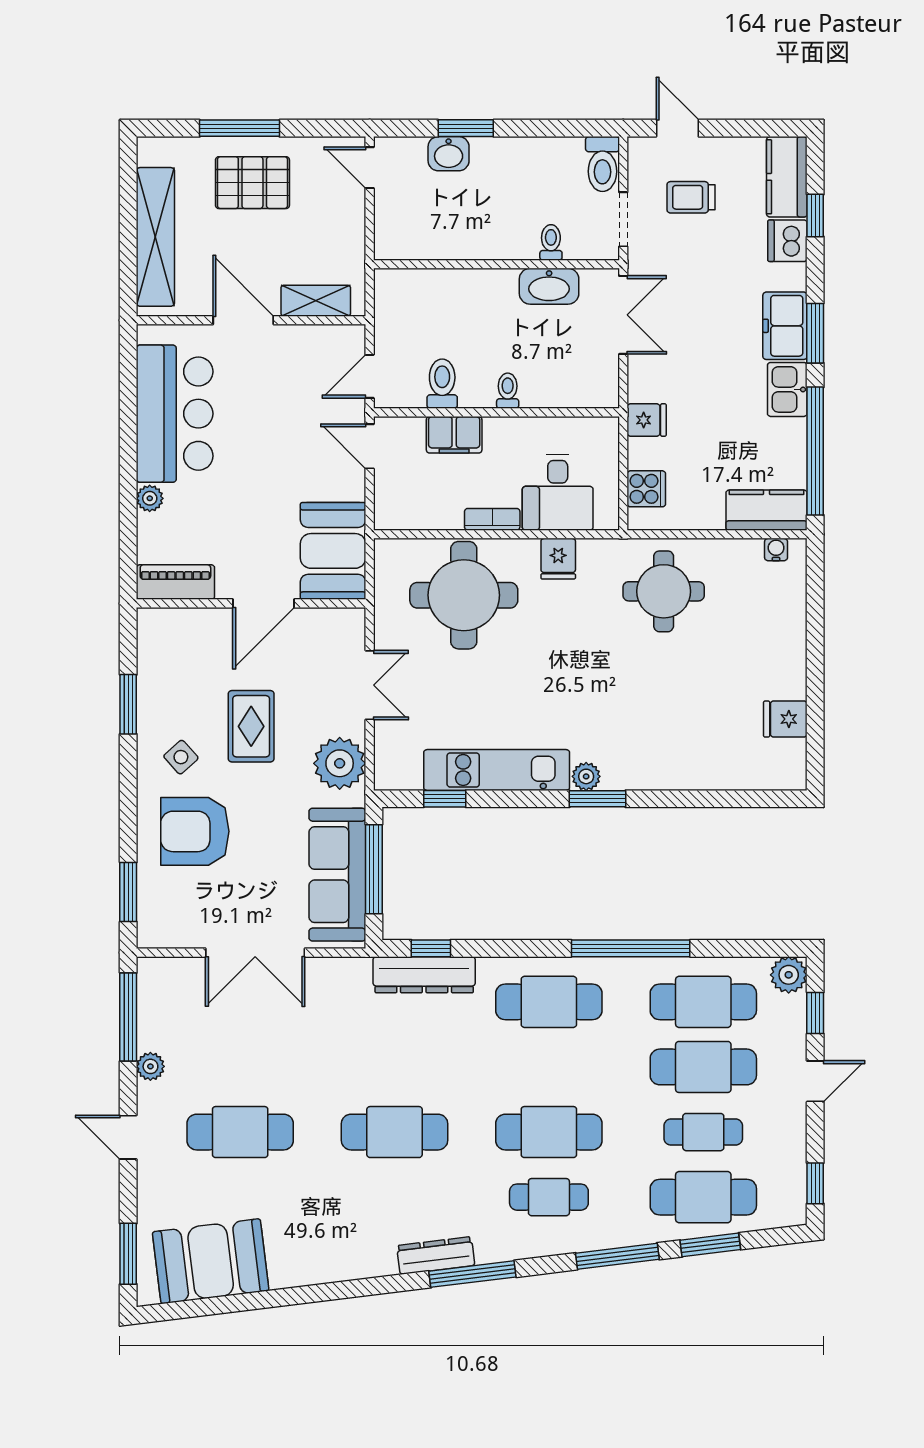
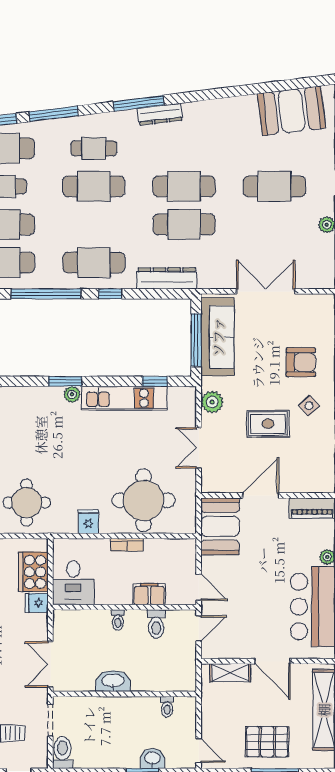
toilet: (551, 242) -> (167, 707), moved
washbasin: (549, 286) -> (113, 681), moved
cooker: (646, 489) -> (33, 572), width x1.87, depth x1.31
desk: (558, 492) -> (73, 583), moved, turned 180
rug: (251, 726) -> (268, 424), turned 90
plant: (340, 763) -> (212, 402), width x0.73, depth x0.73
armchair: (195, 831) -> (301, 362), width x0.73, depth x0.73
window: (431, 948) -> (110, 294), moved
cafe table: (395, 1067) -> (184, 224), added

